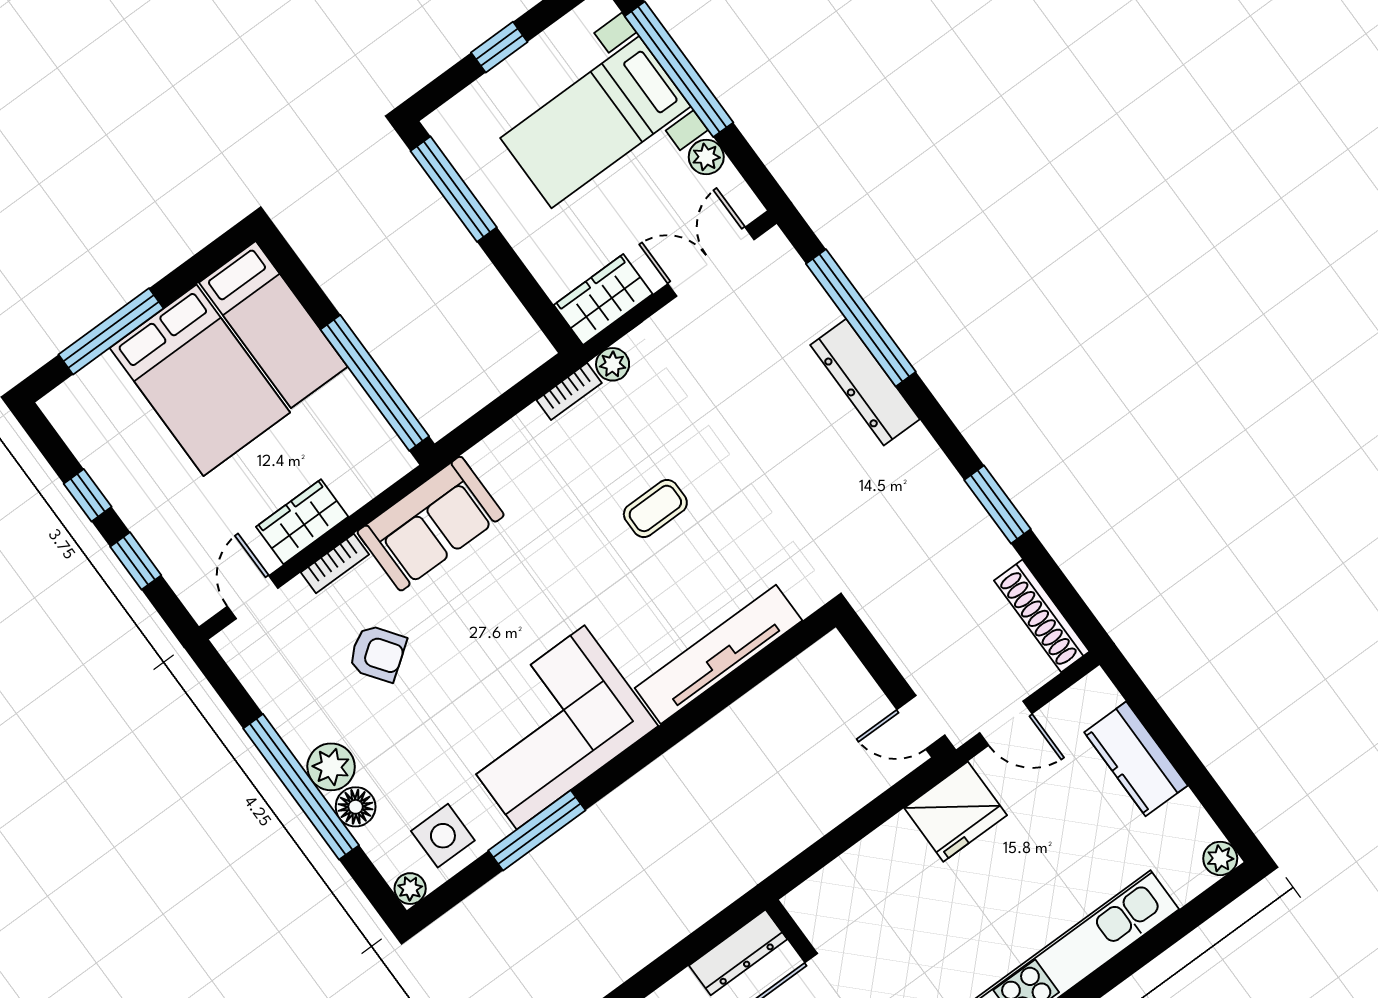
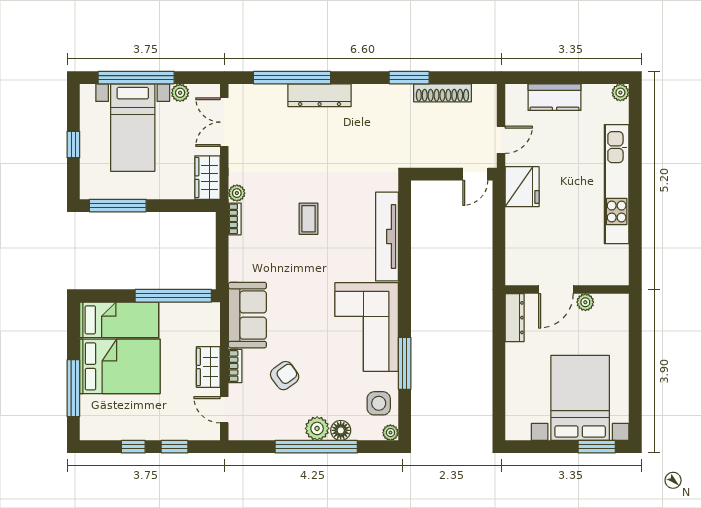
shoe rack: (1042, 616) -> (442, 93), moved

